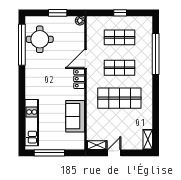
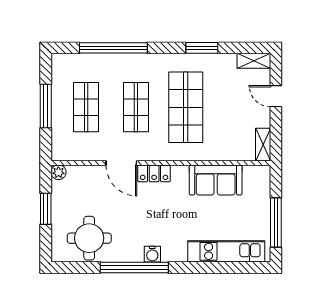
window: (120, 13) -> (46, 106), width x2.17
window: (22, 45) -> (134, 267), moved
water cooler: (30, 78) -> (152, 254), added
window: (156, 108) -> (202, 48), added
door: (114, 153) -> (276, 96), moved

